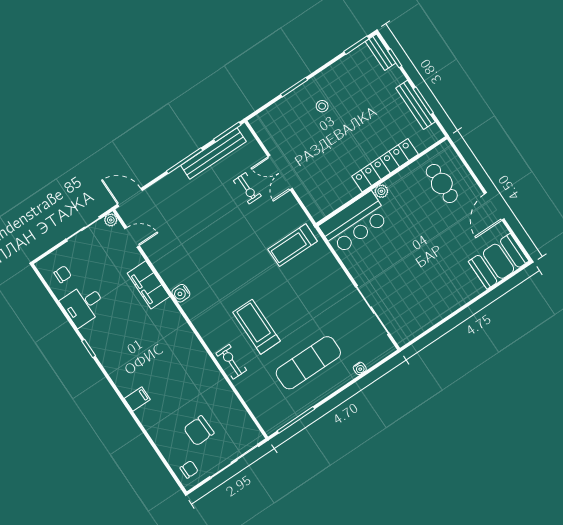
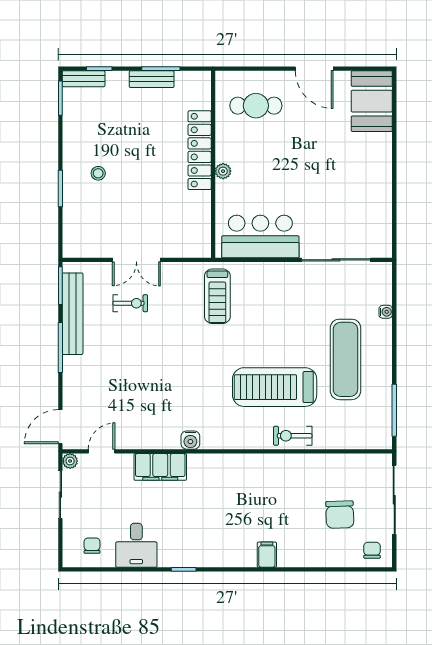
bench: (416, 105) -> (152, 79), width x0.73
bar counter: (354, 223) -> (260, 236), moved, turned -90
treadmill: (256, 327) -> (275, 387), width x1.37, depth x1.38

